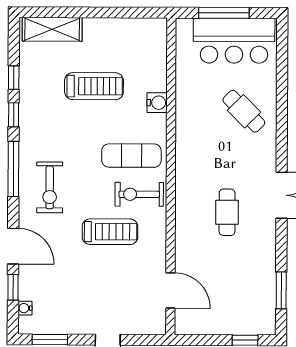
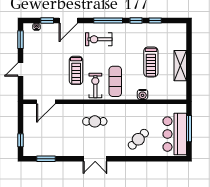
shelving: (52, 29) -> (180, 66), moved
cafe table: (227, 212) -> (95, 121), moved

